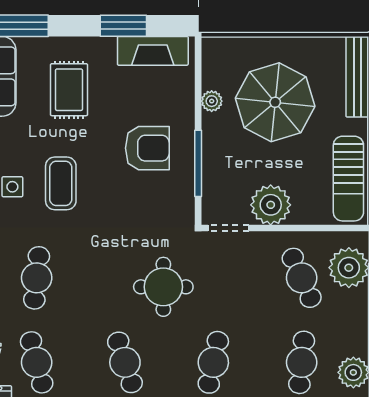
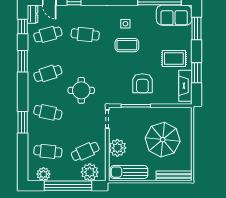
rug: (69, 90) -> (174, 59), moved
plant: (212, 101) -> (163, 112), removed
plant: (271, 205) -> (117, 148), moved

